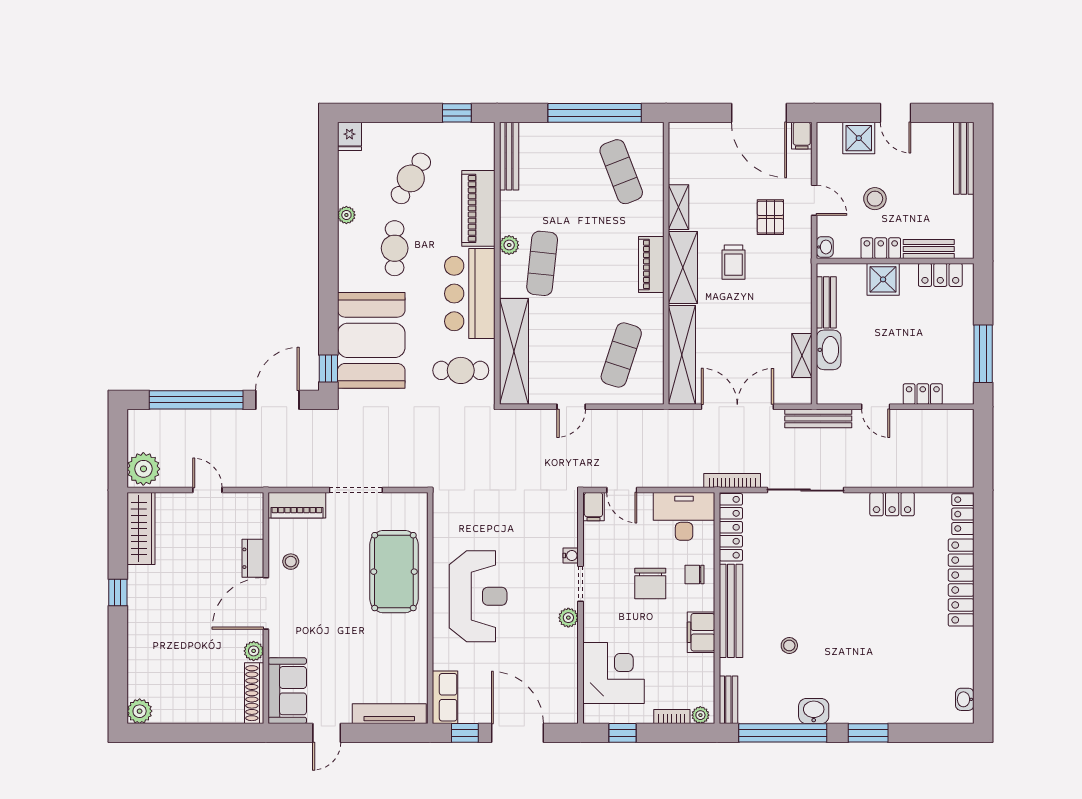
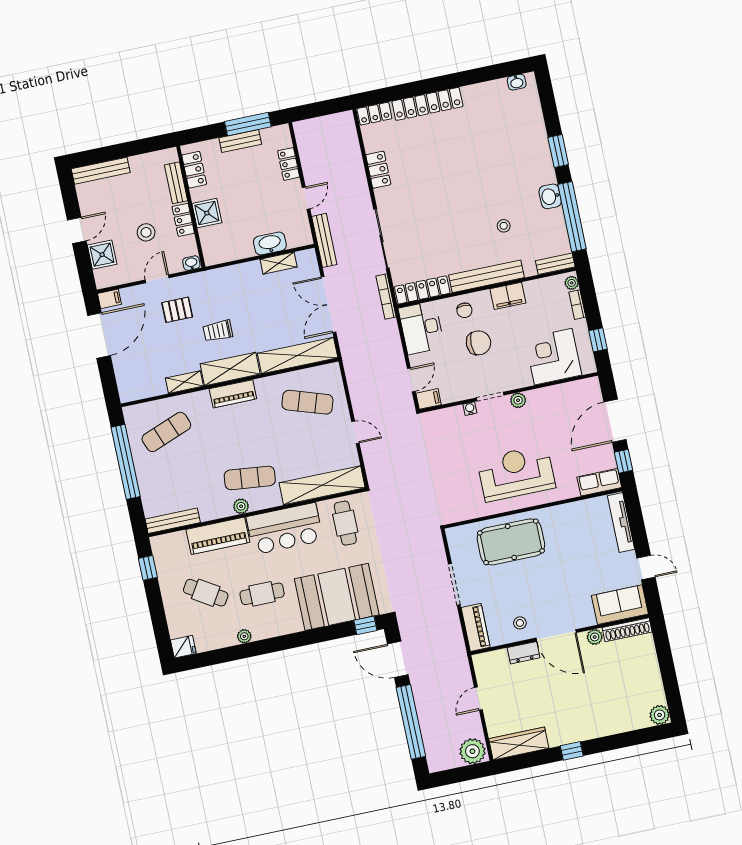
trolley: (734, 262) -> (218, 331), turned 180
bench: (826, 302) -> (240, 141), moved

